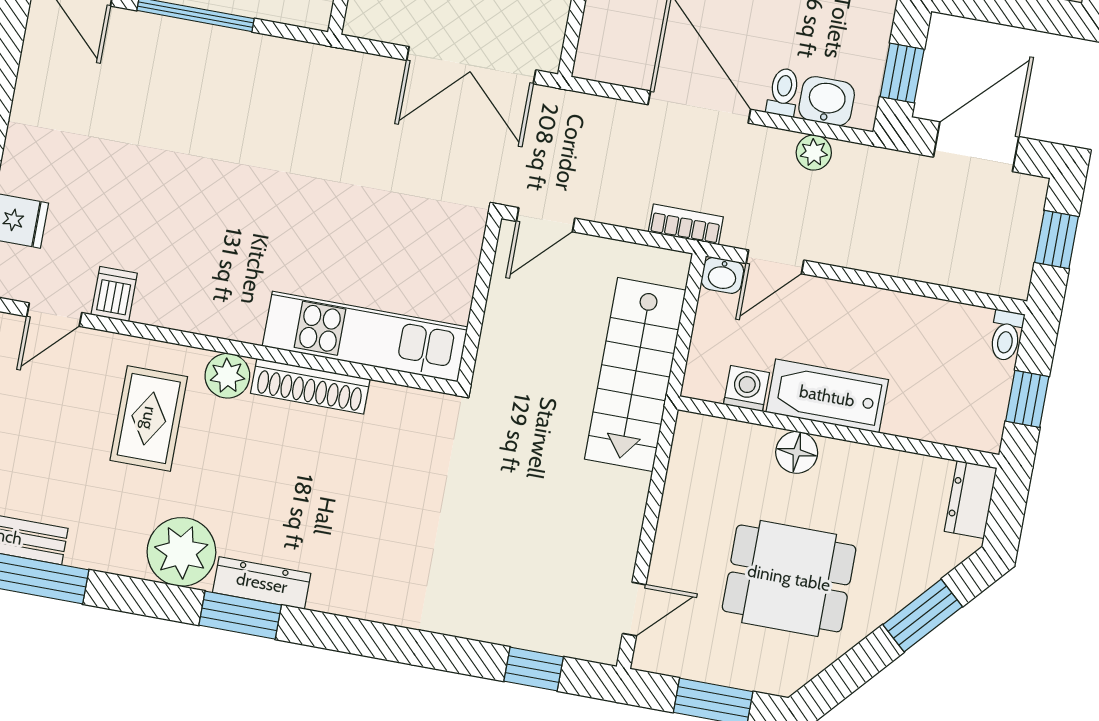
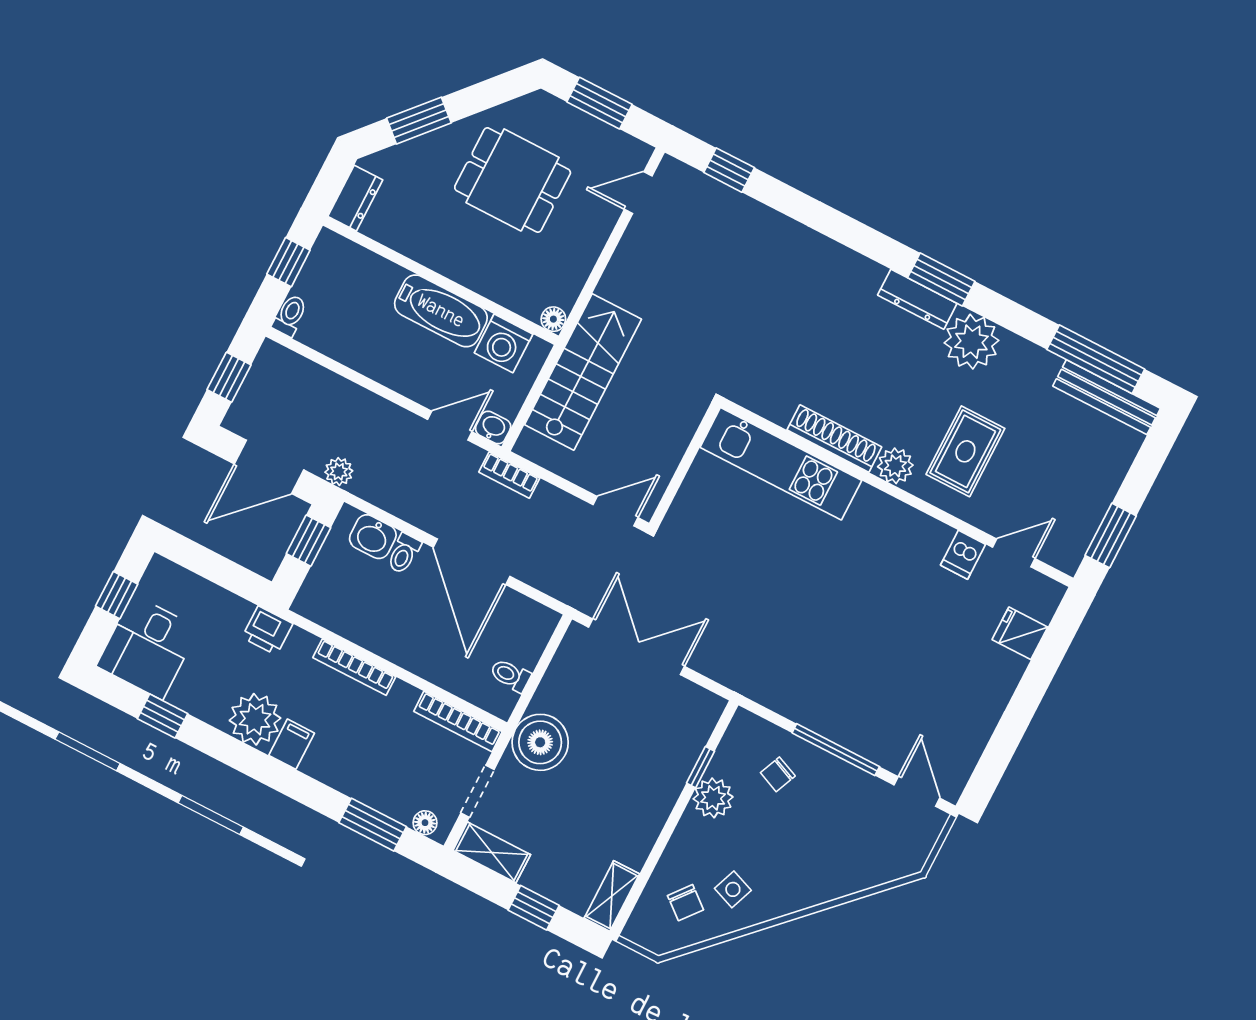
plant: (814, 152) -> (339, 472), moved
washing machine: (747, 388) -> (504, 343), width x1.38, depth x1.38
floor lamp: (797, 452) -> (553, 319), moved, width x0.73, depth x0.73

